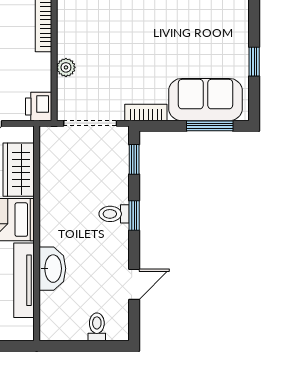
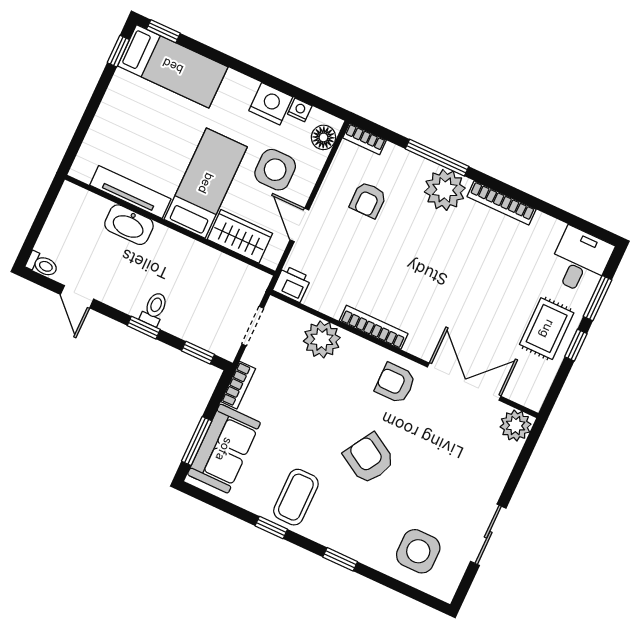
coffee table: (219, 19) -> (296, 497), added
window: (254, 62) -> (271, 527), moved
plant: (66, 67) -> (322, 339), width x1.87, depth x1.87
doorway: (90, 123) -> (253, 326), width x0.73
toilet: (97, 327) -> (42, 265), moved

